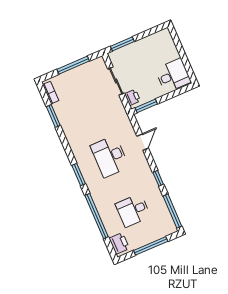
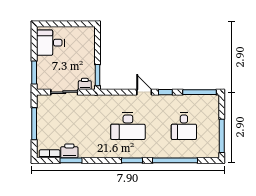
desk: (173, 75) -> (50, 43), moved, turned -90
door: (143, 142) -> (144, 92), moved
printer: (119, 243) -> (69, 151), moved
window: (151, 246) -> (222, 136), moved

